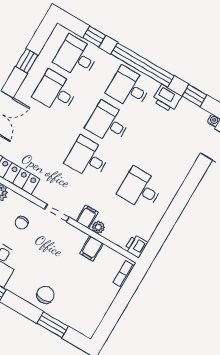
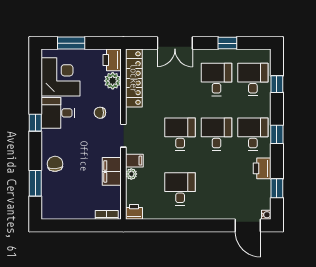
window: (142, 65) -> (277, 134), width x0.32
filing cabinet: (91, 248) -> (112, 171), width x2.00
chair: (45, 295) -> (55, 164), turned -94

